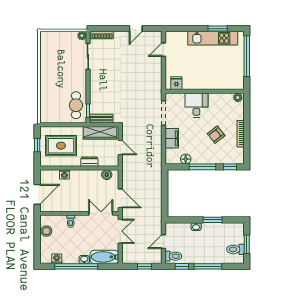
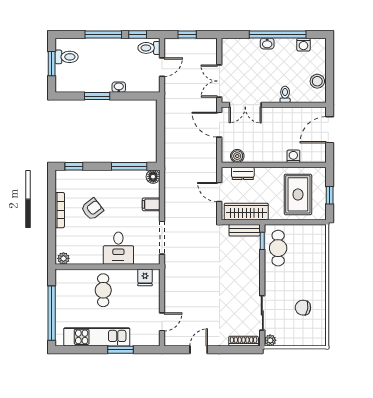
window: (218, 29) -> (121, 350), moved
chair: (57, 60) -> (303, 308), added
cafe table: (208, 73) -> (103, 290), added
filing cabinet: (172, 138) -> (151, 204), width x0.50
rug: (61, 146) -> (298, 194), turned 90
floor lamp: (186, 159) -> (153, 177), moved
dresser: (89, 162) -> (243, 173), moved
window: (203, 167) -> (129, 166), moved
bathtub: (104, 257) -> (240, 47), removed

